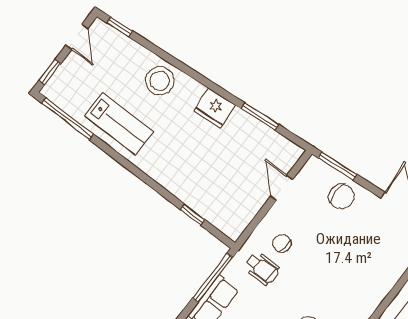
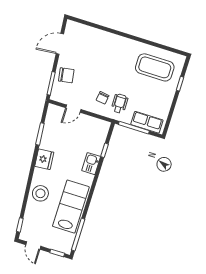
door: (77, 37) -> (33, 245), swing flipped
lab bench: (119, 124) -> (71, 207), width x1.36, depth x1.39
kitchen sink: (179, 184) -> (91, 164), added
chair: (342, 196) -> (66, 75), turned 81

